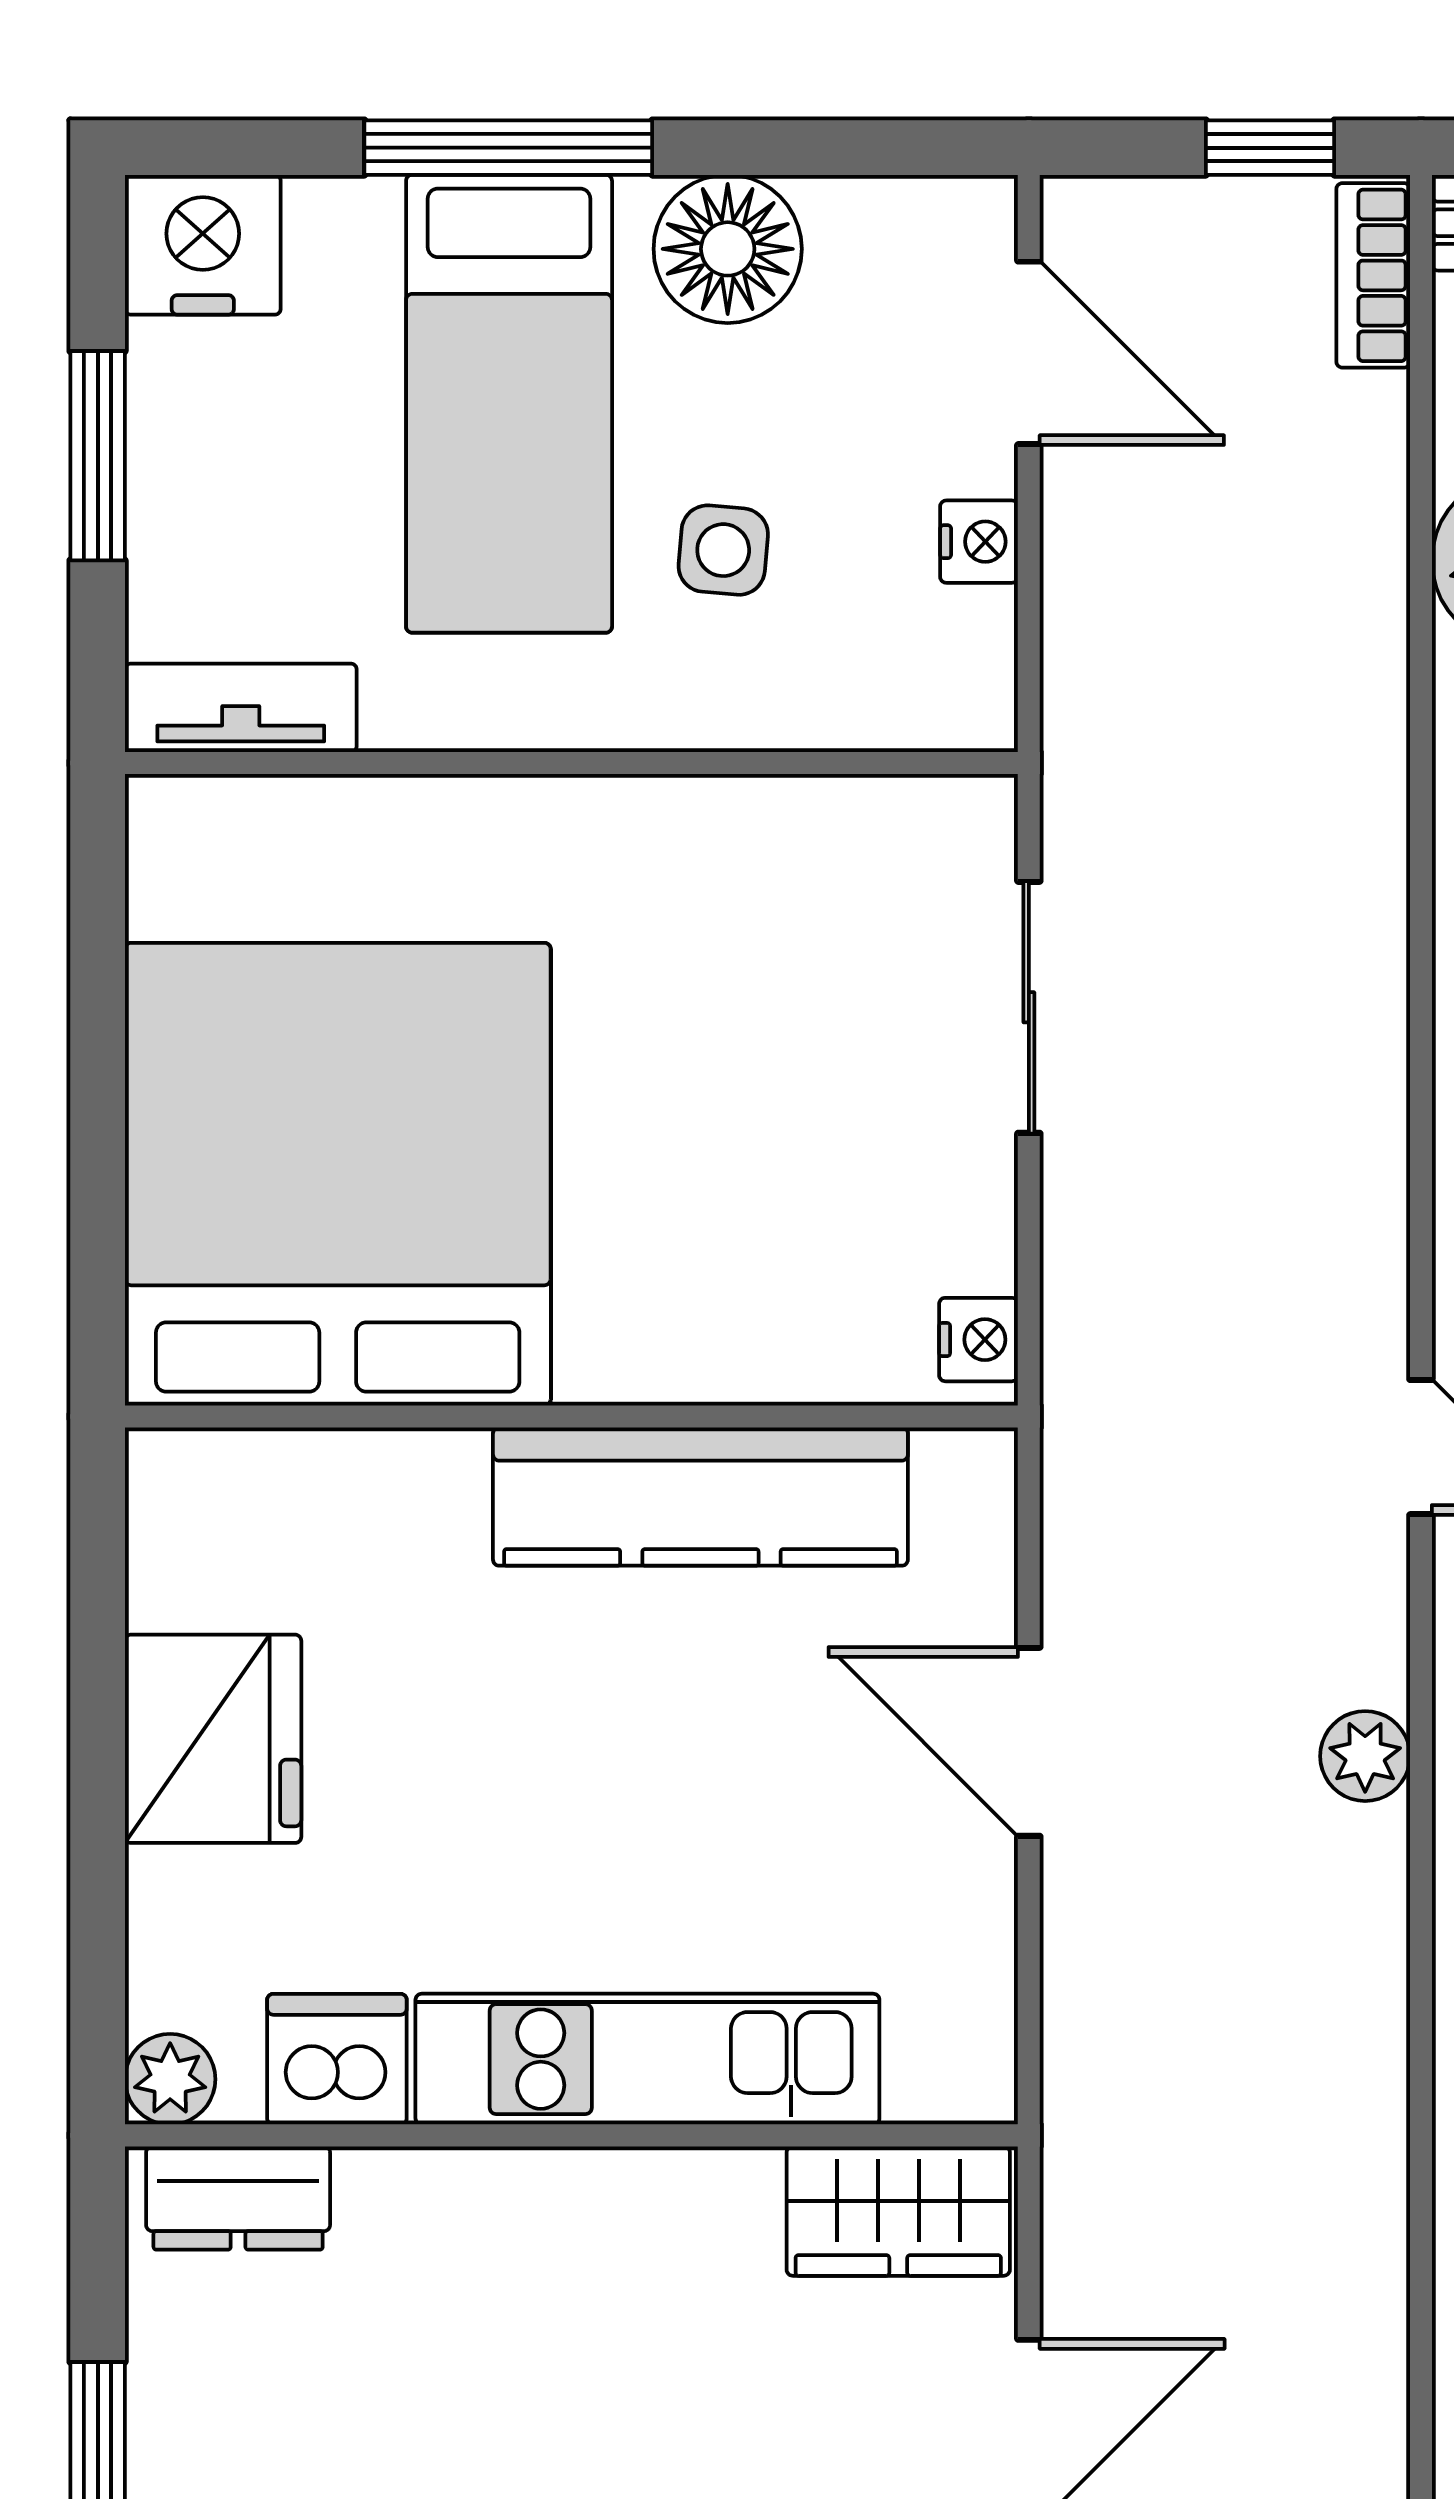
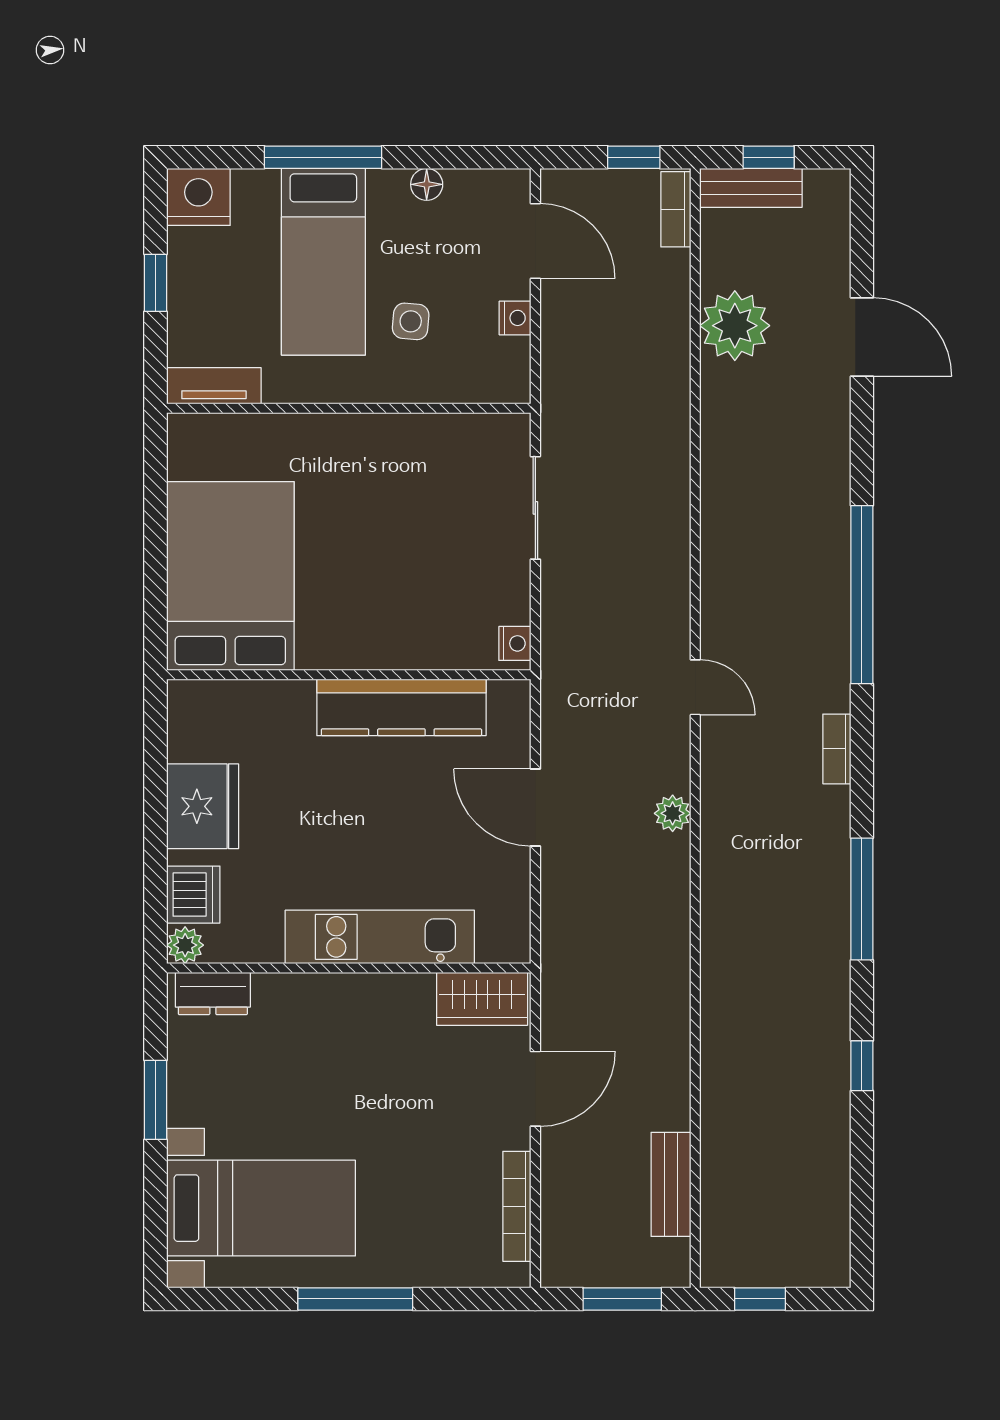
floor lamp: (728, 249) -> (427, 184), width x0.53, depth x0.53
window: (98, 456) -> (156, 283), width x0.67
bed: (338, 1174) -> (230, 576), width x0.73
dishwasher: (337, 2059) -> (193, 895), moved, turned 90

